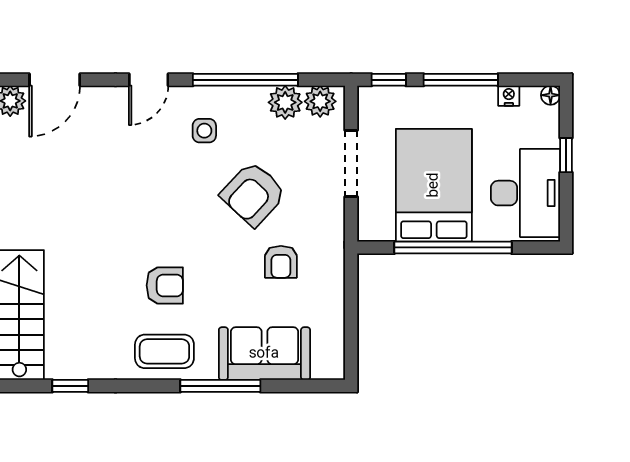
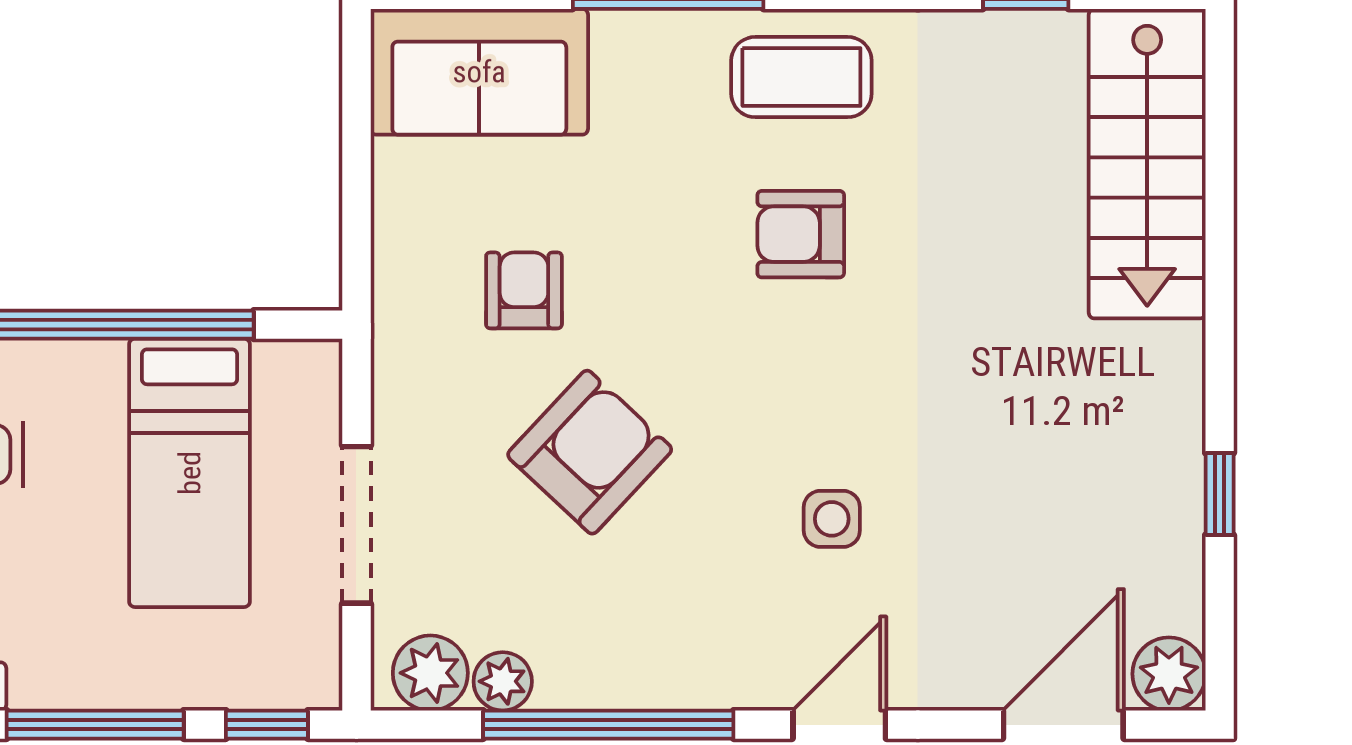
plant: (285, 102) -> (503, 681), width x0.73, depth x0.73
side table: (204, 131) -> (832, 519), moved
bed: (434, 185) -> (190, 473), width x0.67
sofa: (264, 354) -> (479, 72), moved

